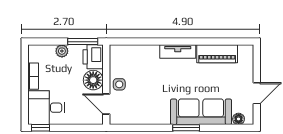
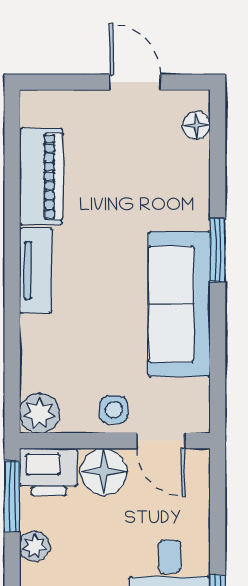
plant: (118, 53) -> (40, 413), added
door: (106, 104) -> (161, 441), hinge flipped
sofa: (201, 112) -> (179, 304), moved

